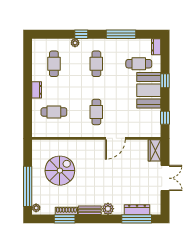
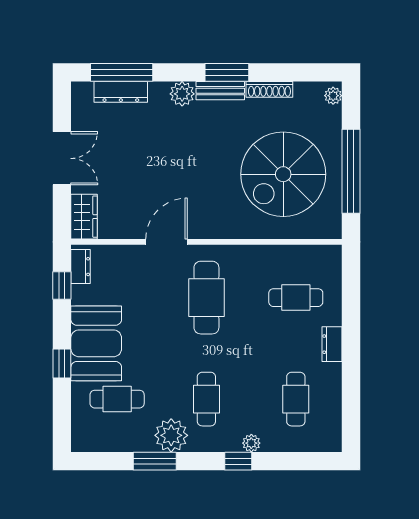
window: (121, 34) -> (155, 461), width x0.69
plant: (113, 46) -> (171, 435), added
dresser: (156, 47) -> (81, 267), moved
cafe table: (96, 112) -> (206, 298), width x1.37, depth x1.35
spiral stairs: (60, 171) -> (283, 174), width x1.37, depth x1.37
double door: (165, 178) -> (62, 158), swing flipped
window: (28, 186) -> (351, 171), moved
window: (65, 219) -> (227, 72), moved

